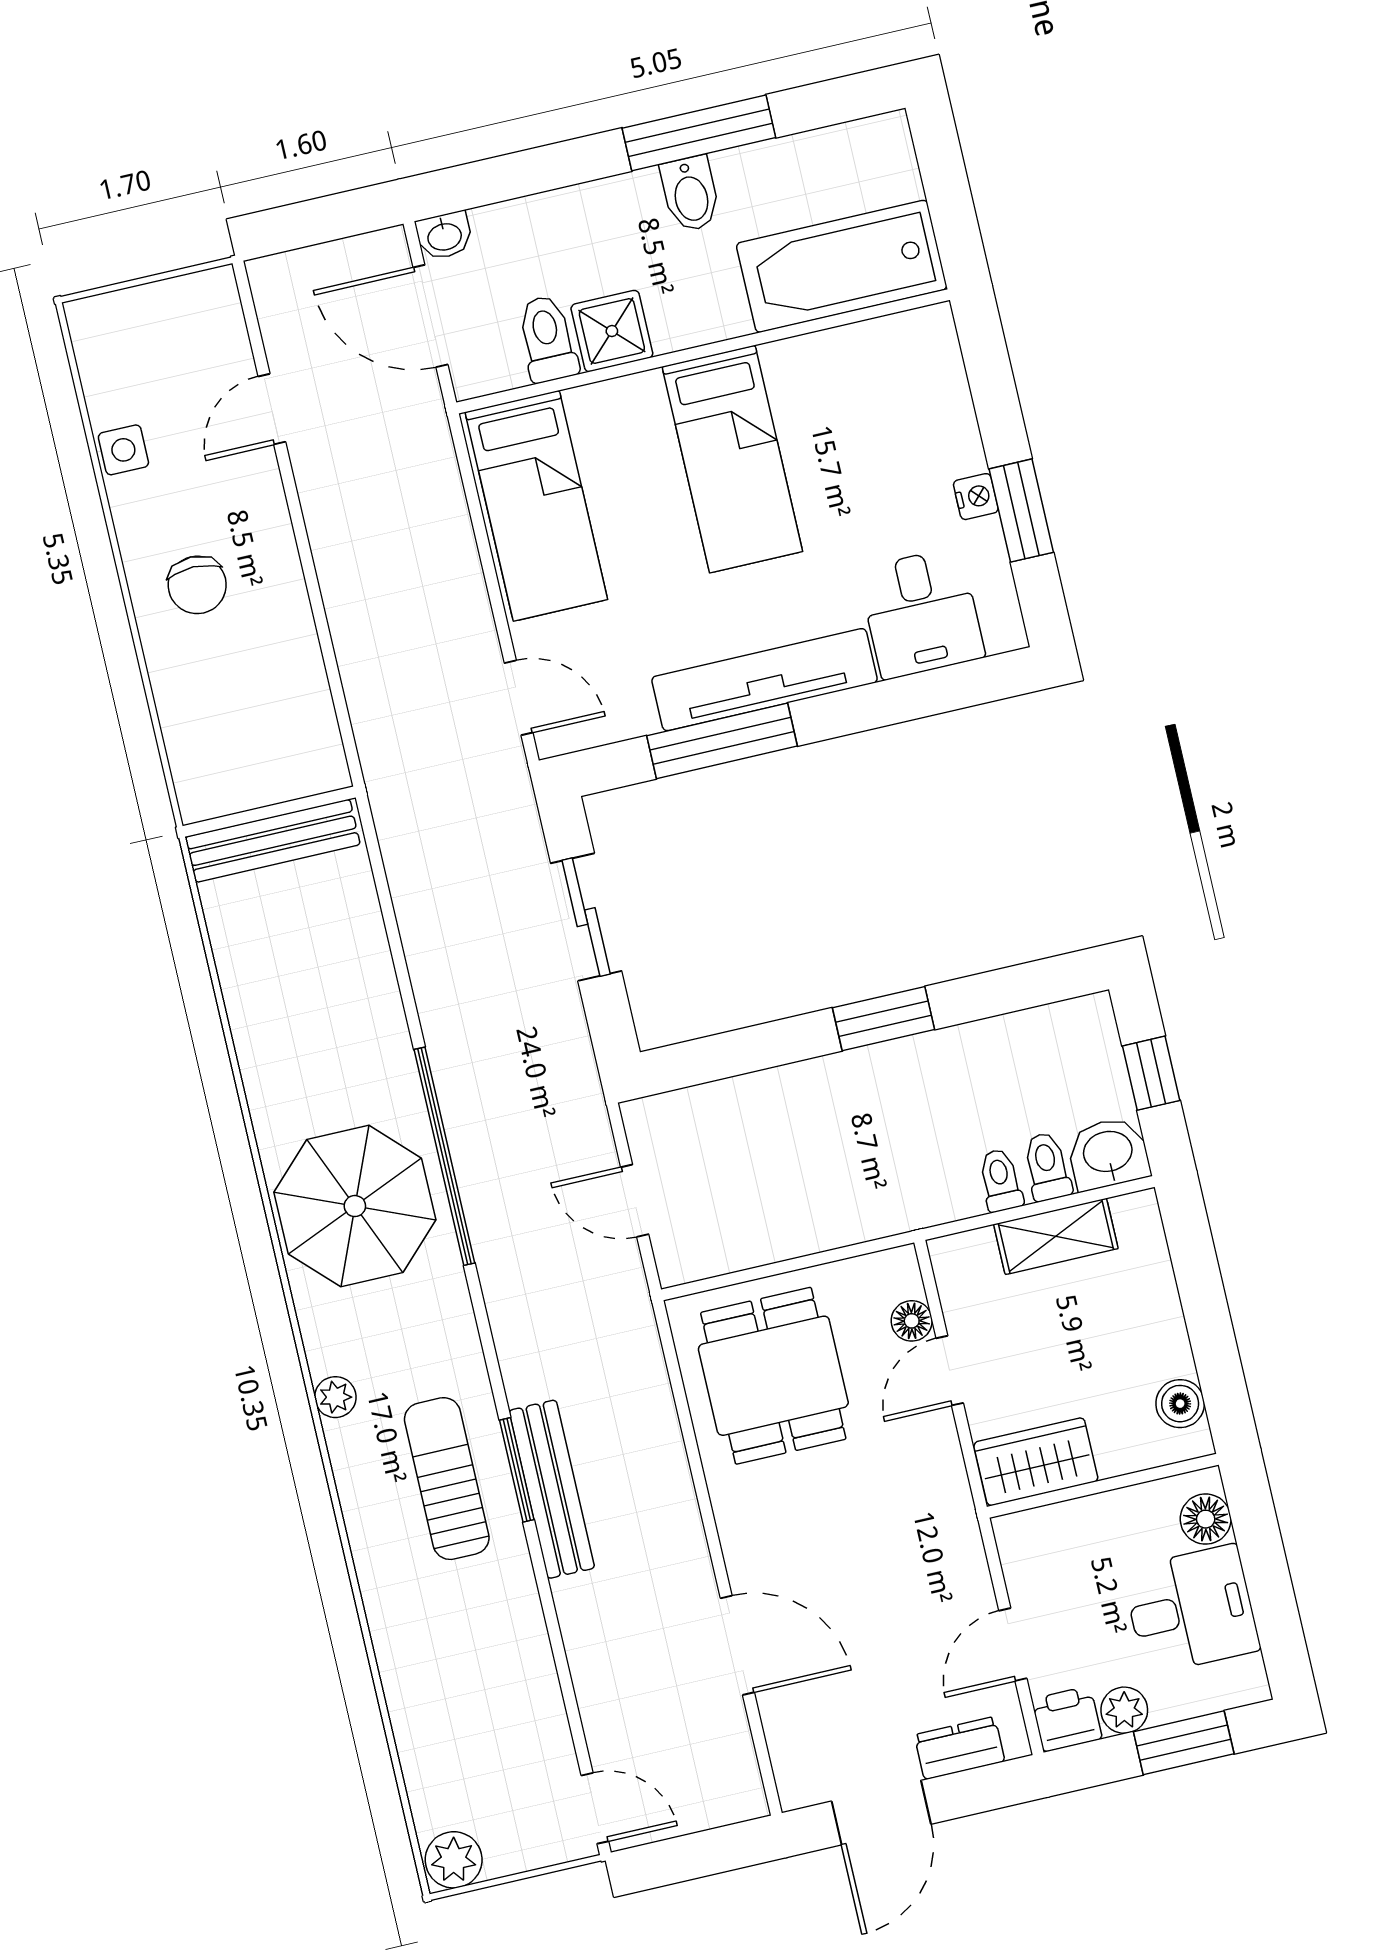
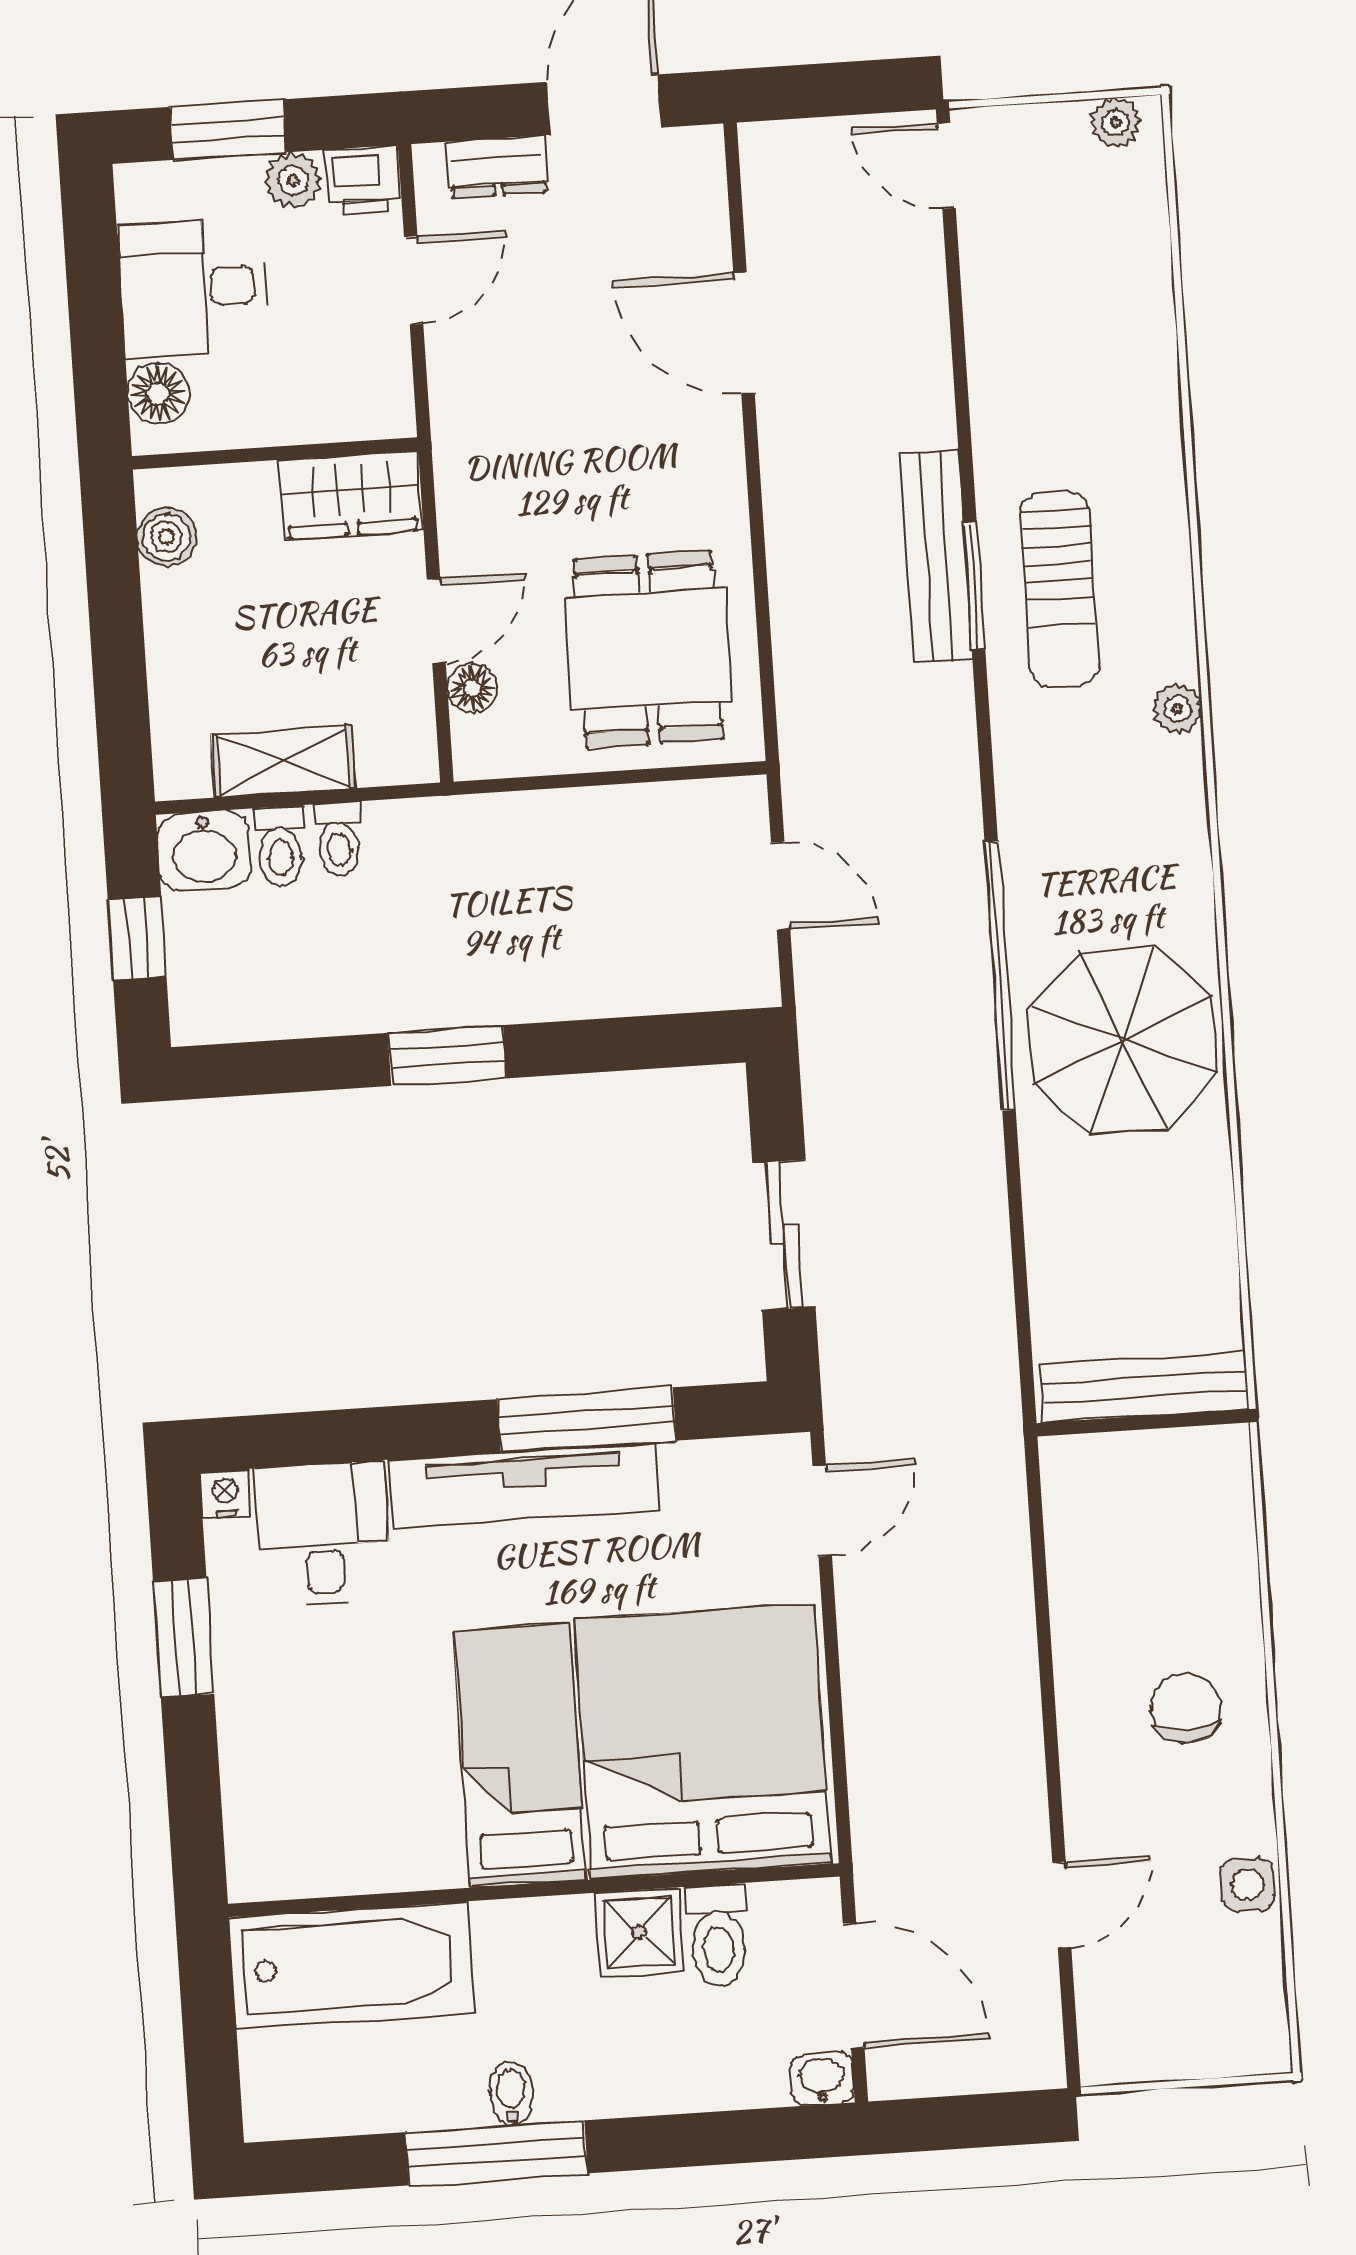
bidet: (690, 194) -> (511, 2093), width x0.72, depth x0.74
nightstand: (976, 497) -> (225, 1494), moved, turned 90
bed: (536, 506) -> (702, 1742), width x2.04
door: (519, 698) -> (822, 1511), swing flipped
parasol: (355, 1206) -> (1123, 1040), moved
plant: (454, 1860) -> (1116, 122), width x0.73, depth x0.73

